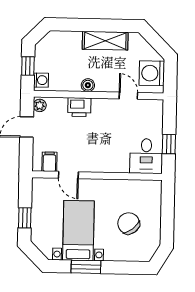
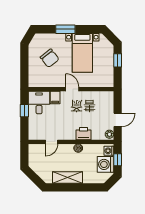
washing machine: (152, 73) -> (106, 164), moved, turned 180
door: (128, 96) -> (52, 142), hinge flipped
filing cabinet: (49, 162) -> (55, 97), moved
door: (68, 175) -> (72, 89), moved
window: (86, 267) -> (65, 29), moved

